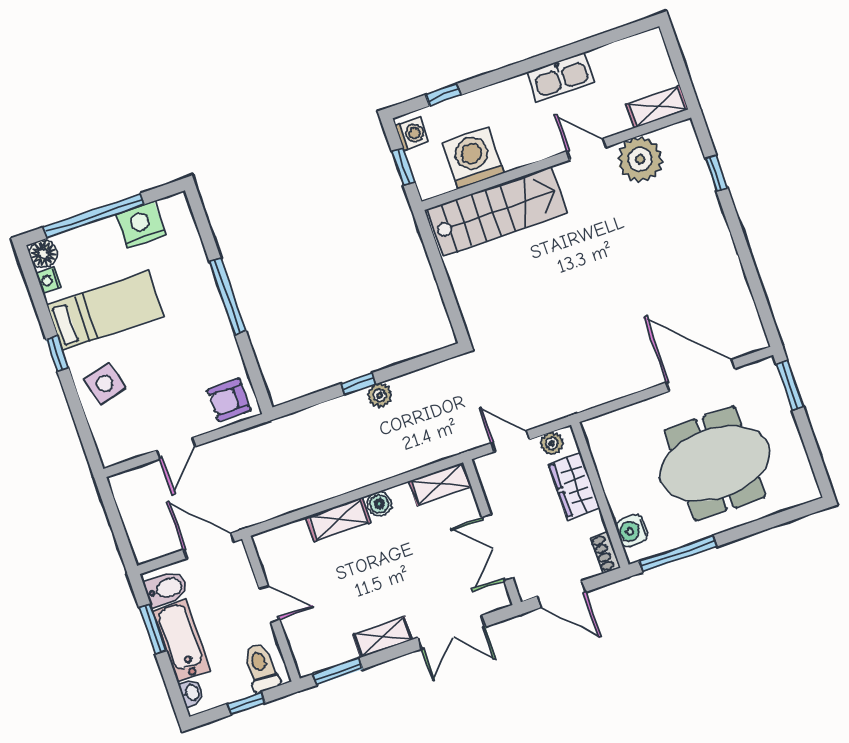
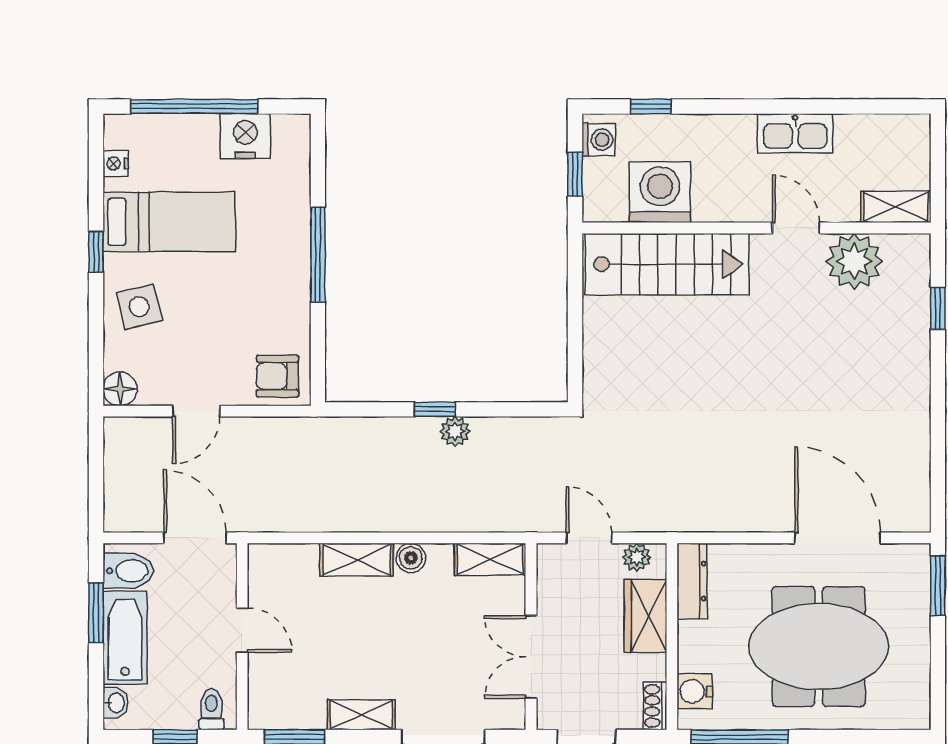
floor lamp: (43, 254) -> (120, 389), moved
dresser: (601, 447) -> (692, 581), added
toilet: (261, 668) -> (211, 709), width x0.73, depth x0.72

